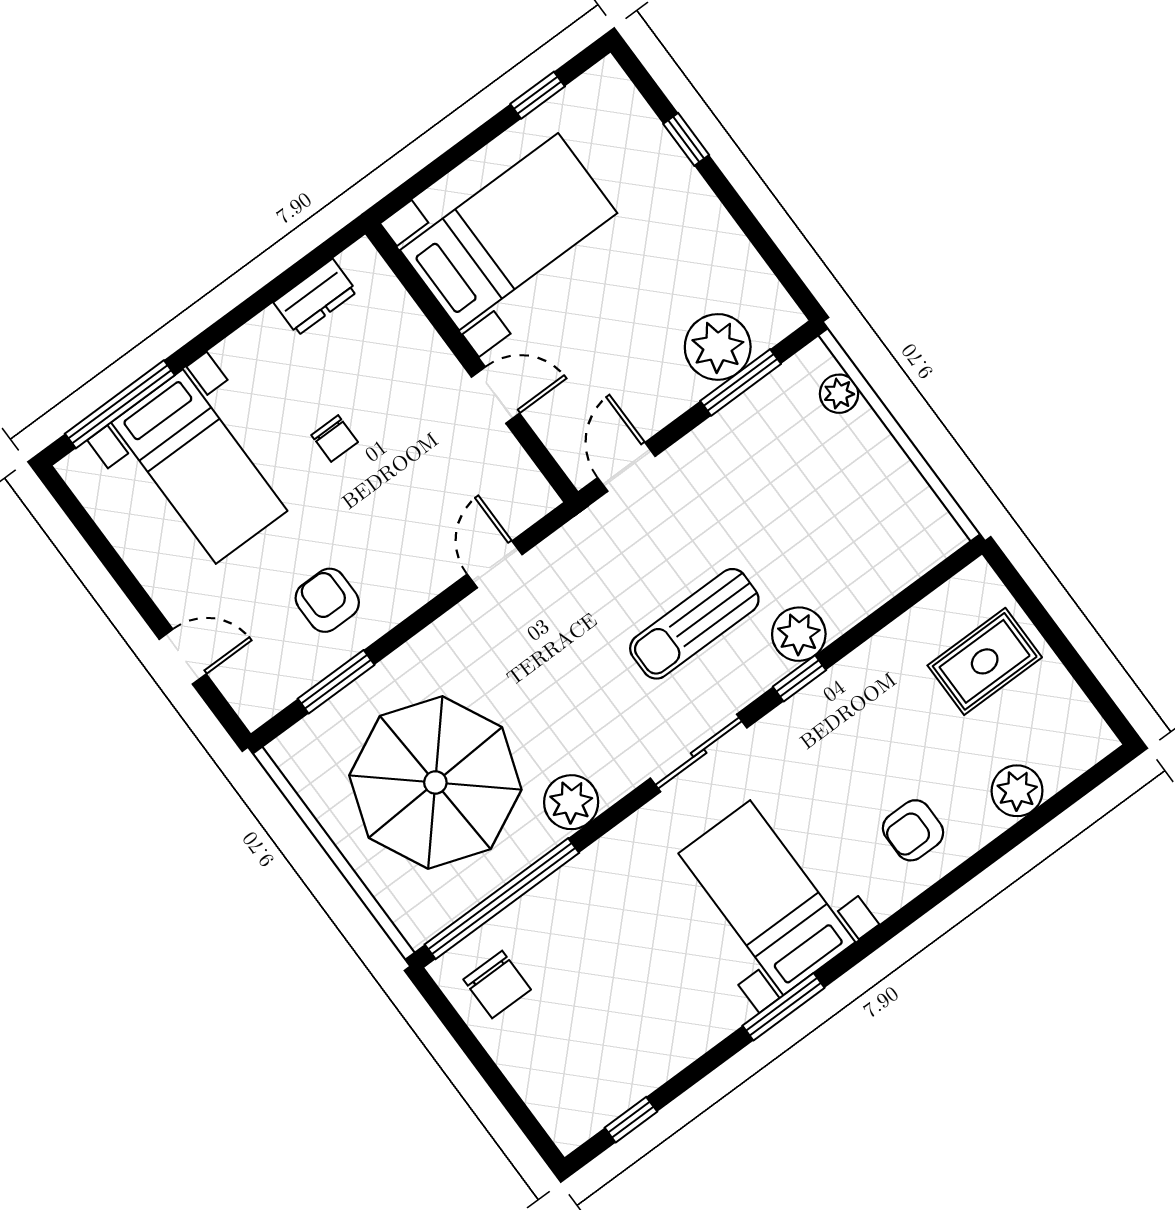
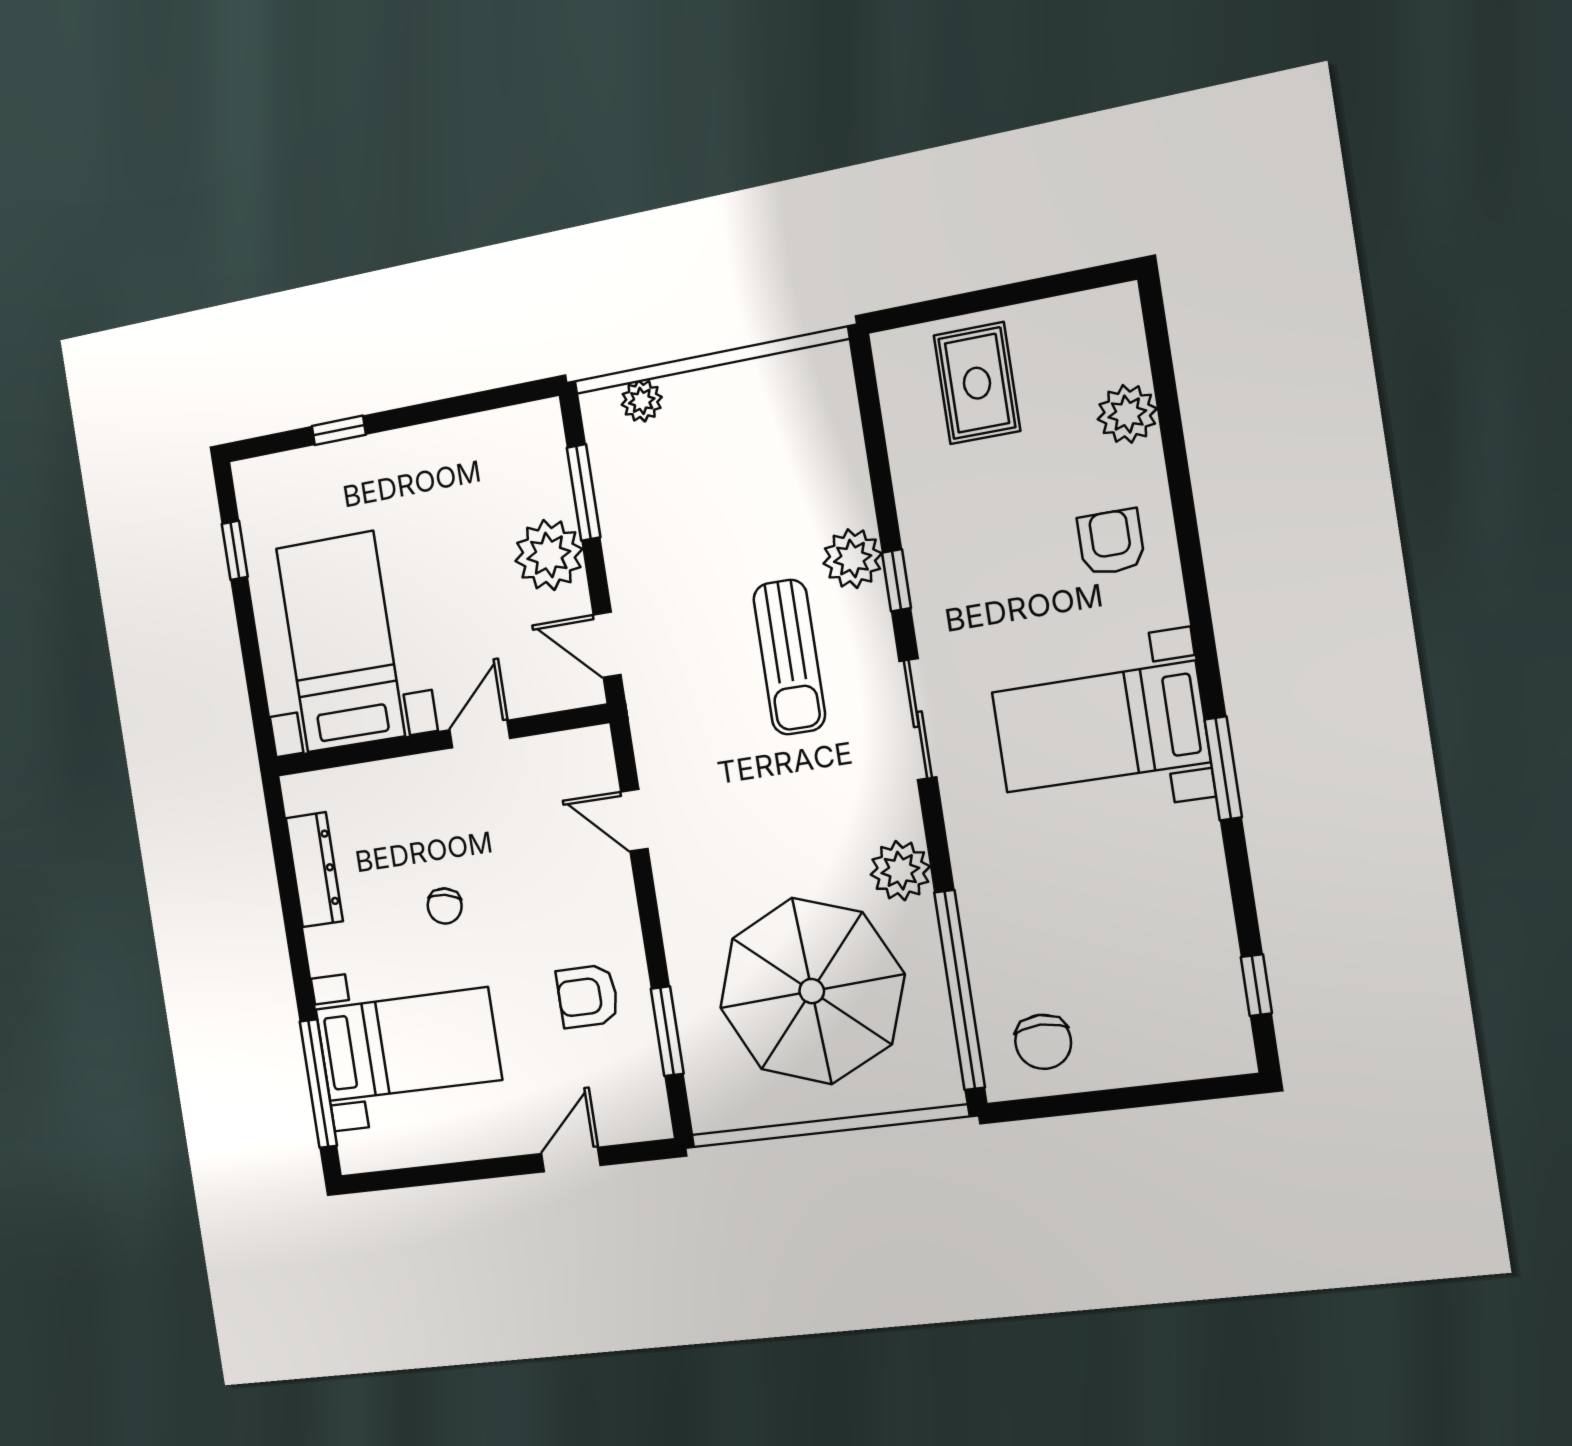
dresser: (315, 297) -> (314, 870), width x1.44
plant: (718, 347) -> (549, 555), moved
chair: (335, 439) -> (445, 906), turned 101
armchair: (913, 830) -> (1111, 542), turned 180
chair: (497, 984) -> (1043, 1042), turned 90

